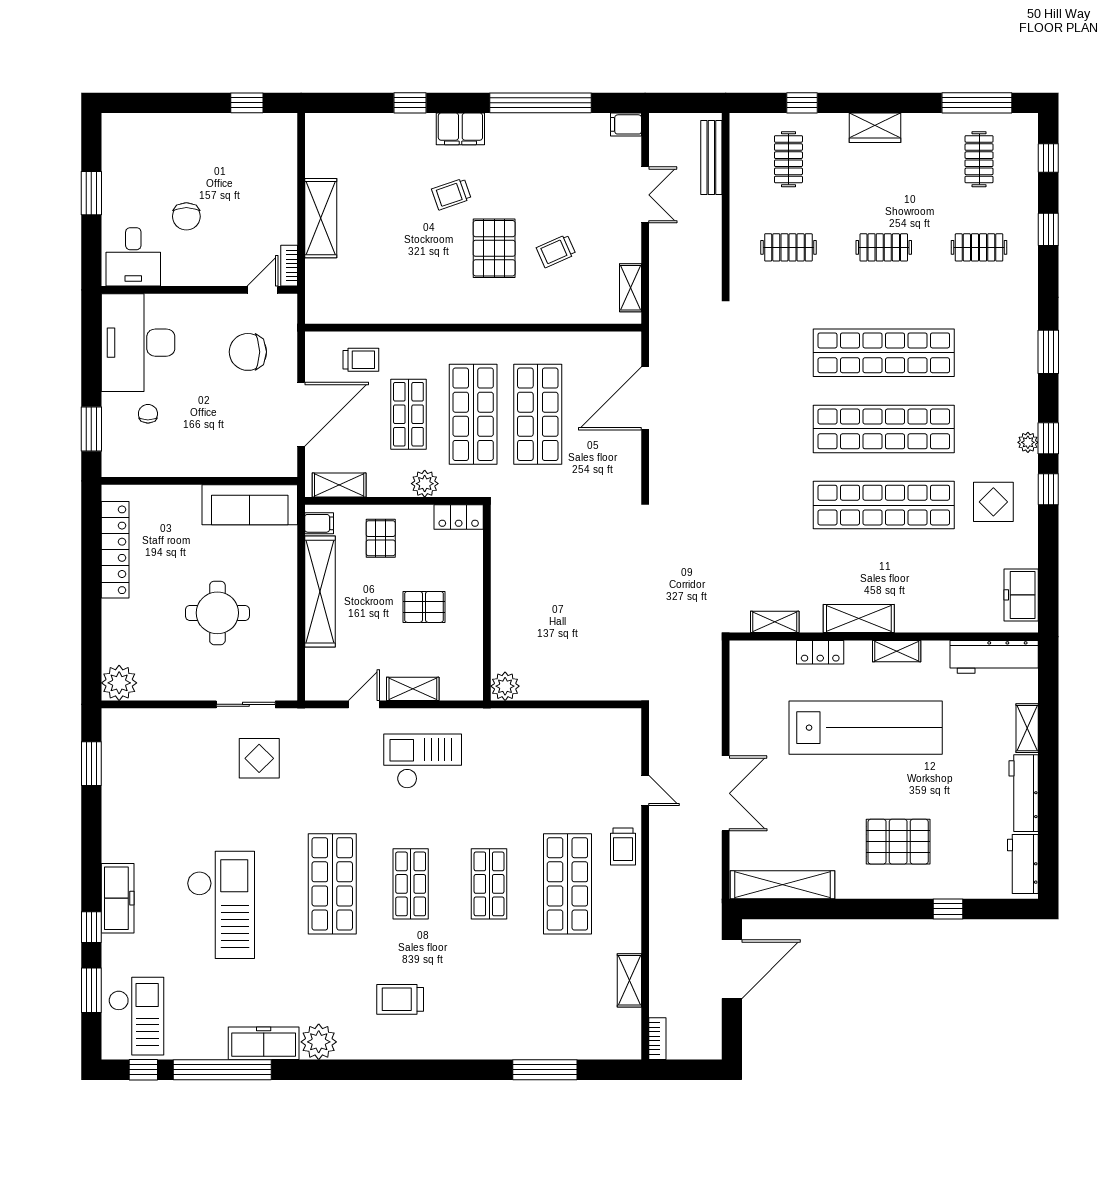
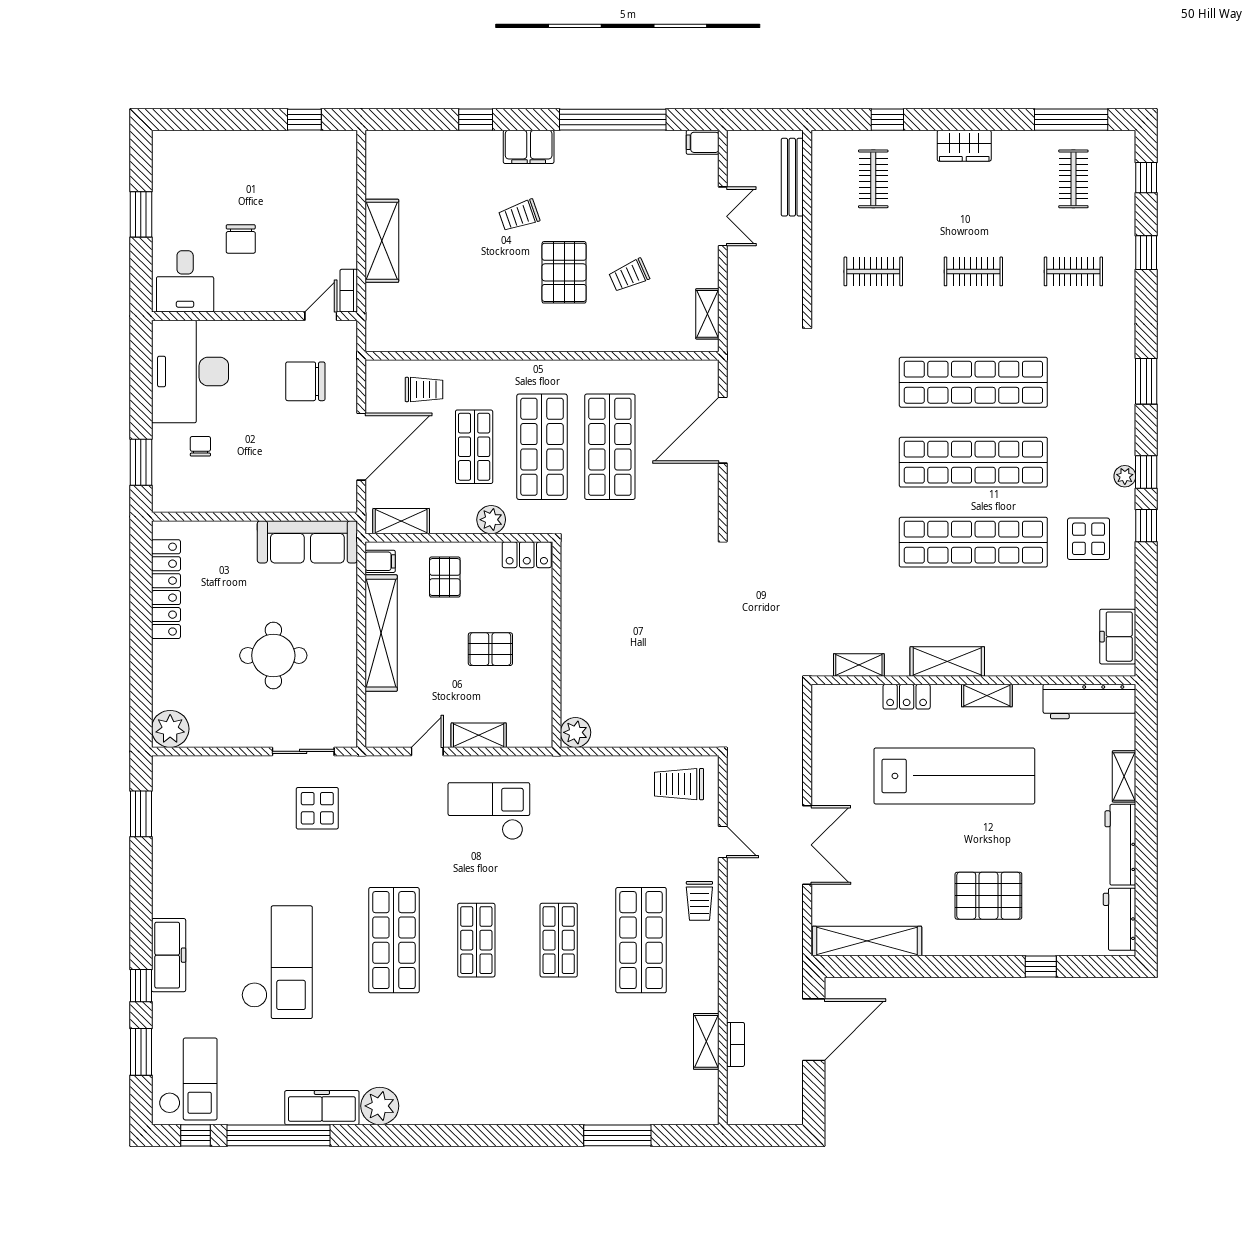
trolley: (400, 999) -> (679, 784), moved
bookcase: (657, 1039) -> (736, 1044), moved

